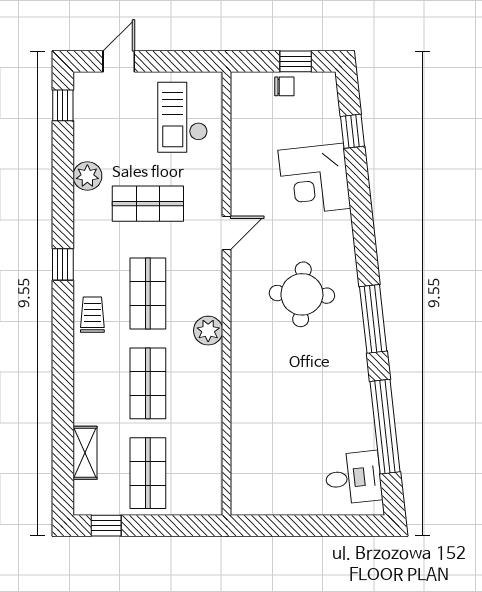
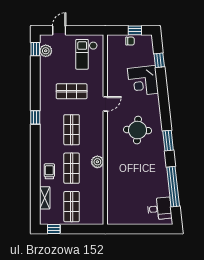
plant: (87, 176) -> (46, 51), moved
trolley: (92, 315) -> (49, 171), moved
window: (373, 319) -> (168, 141), width x0.69
plant: (208, 331) -> (97, 162), moved

